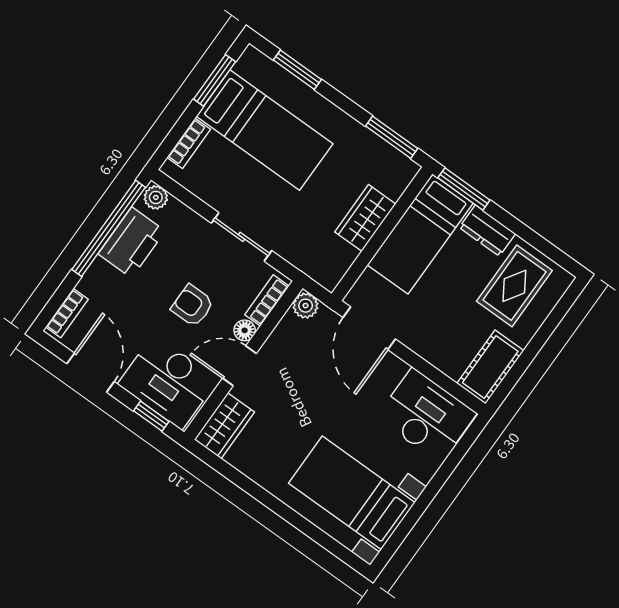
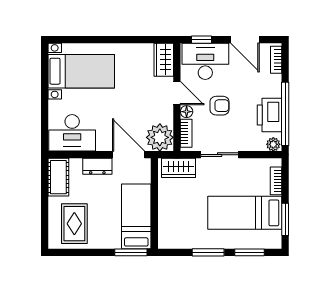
window: (392, 137) -> (208, 252), moved
wardrobe: (365, 218) -> (179, 168), moved, turned 90
dresser: (487, 230) -> (97, 166), moved, turned 180
plant: (306, 306) -> (160, 137), width x1.88, depth x1.88
door: (239, 366) -> (177, 93), hinge flipped

